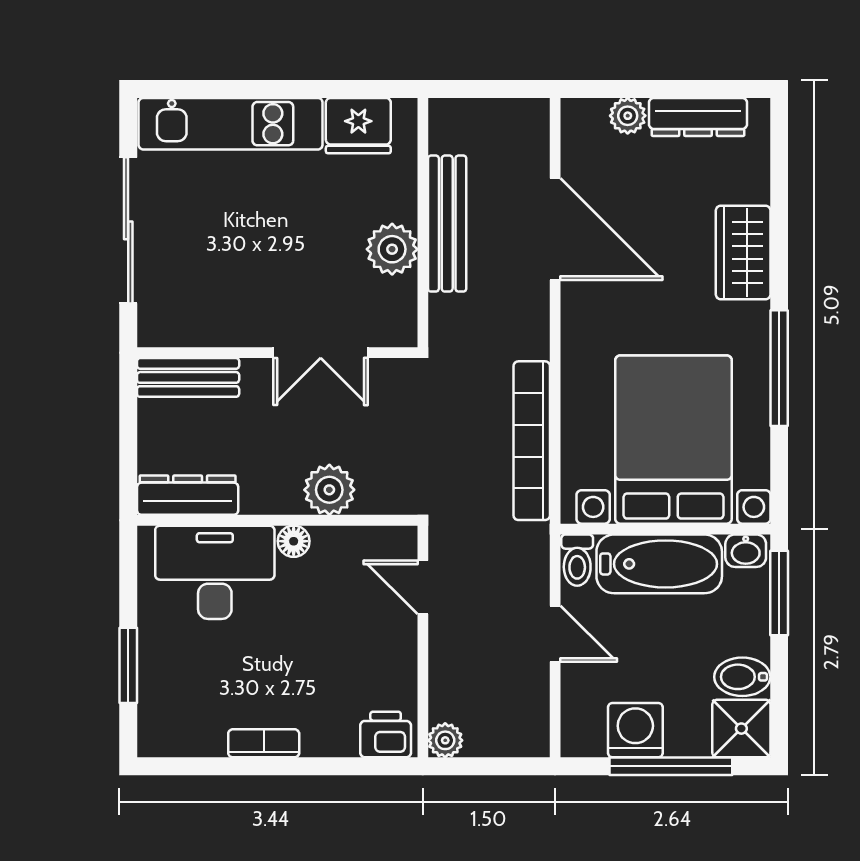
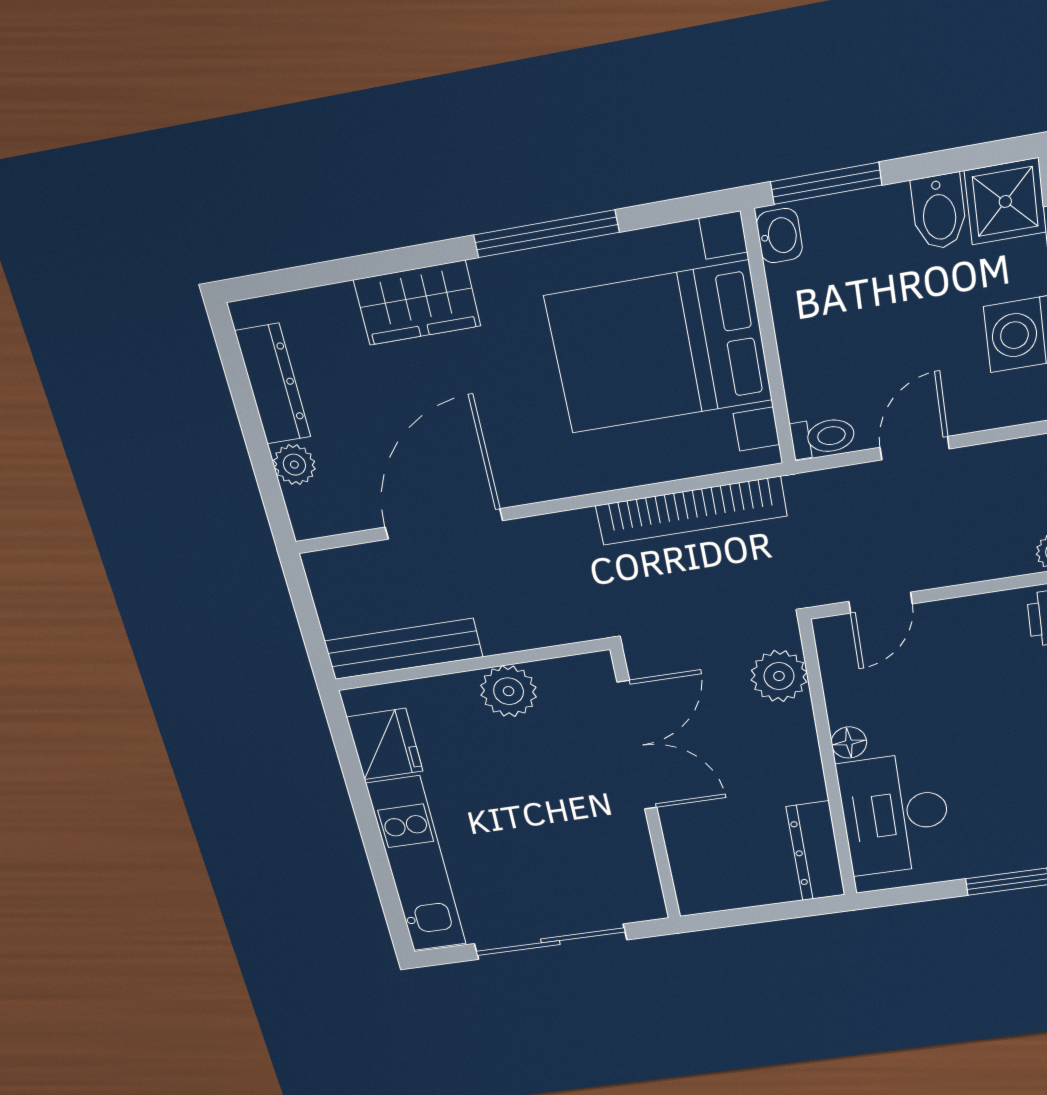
bench: (447, 224) -> (404, 649), moved
double door: (321, 353) -> (637, 746), width x1.37
bench: (188, 377) -> (690, 868), removed
plant: (329, 490) -> (779, 676), moved
bathtub: (659, 564) -> (812, 340), removed

